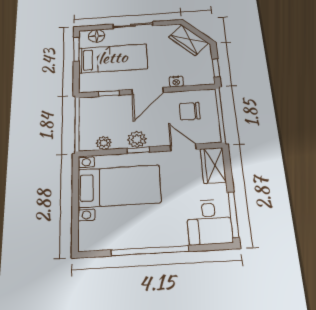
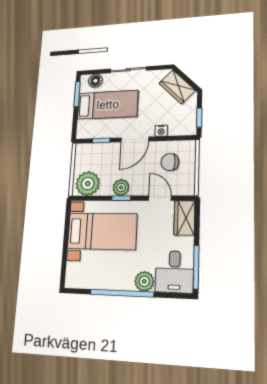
plant: (104, 143) -> (88, 184), width x1.87, depth x1.87
plant: (176, 235) -> (144, 281), added

